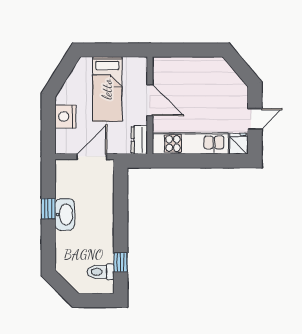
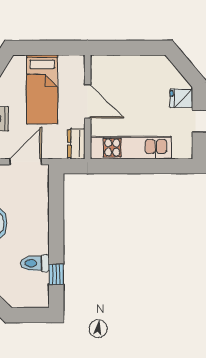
fridge: (238, 144) -> (181, 98), moved, turned -90
toilet: (101, 272) -> (35, 263), moved

